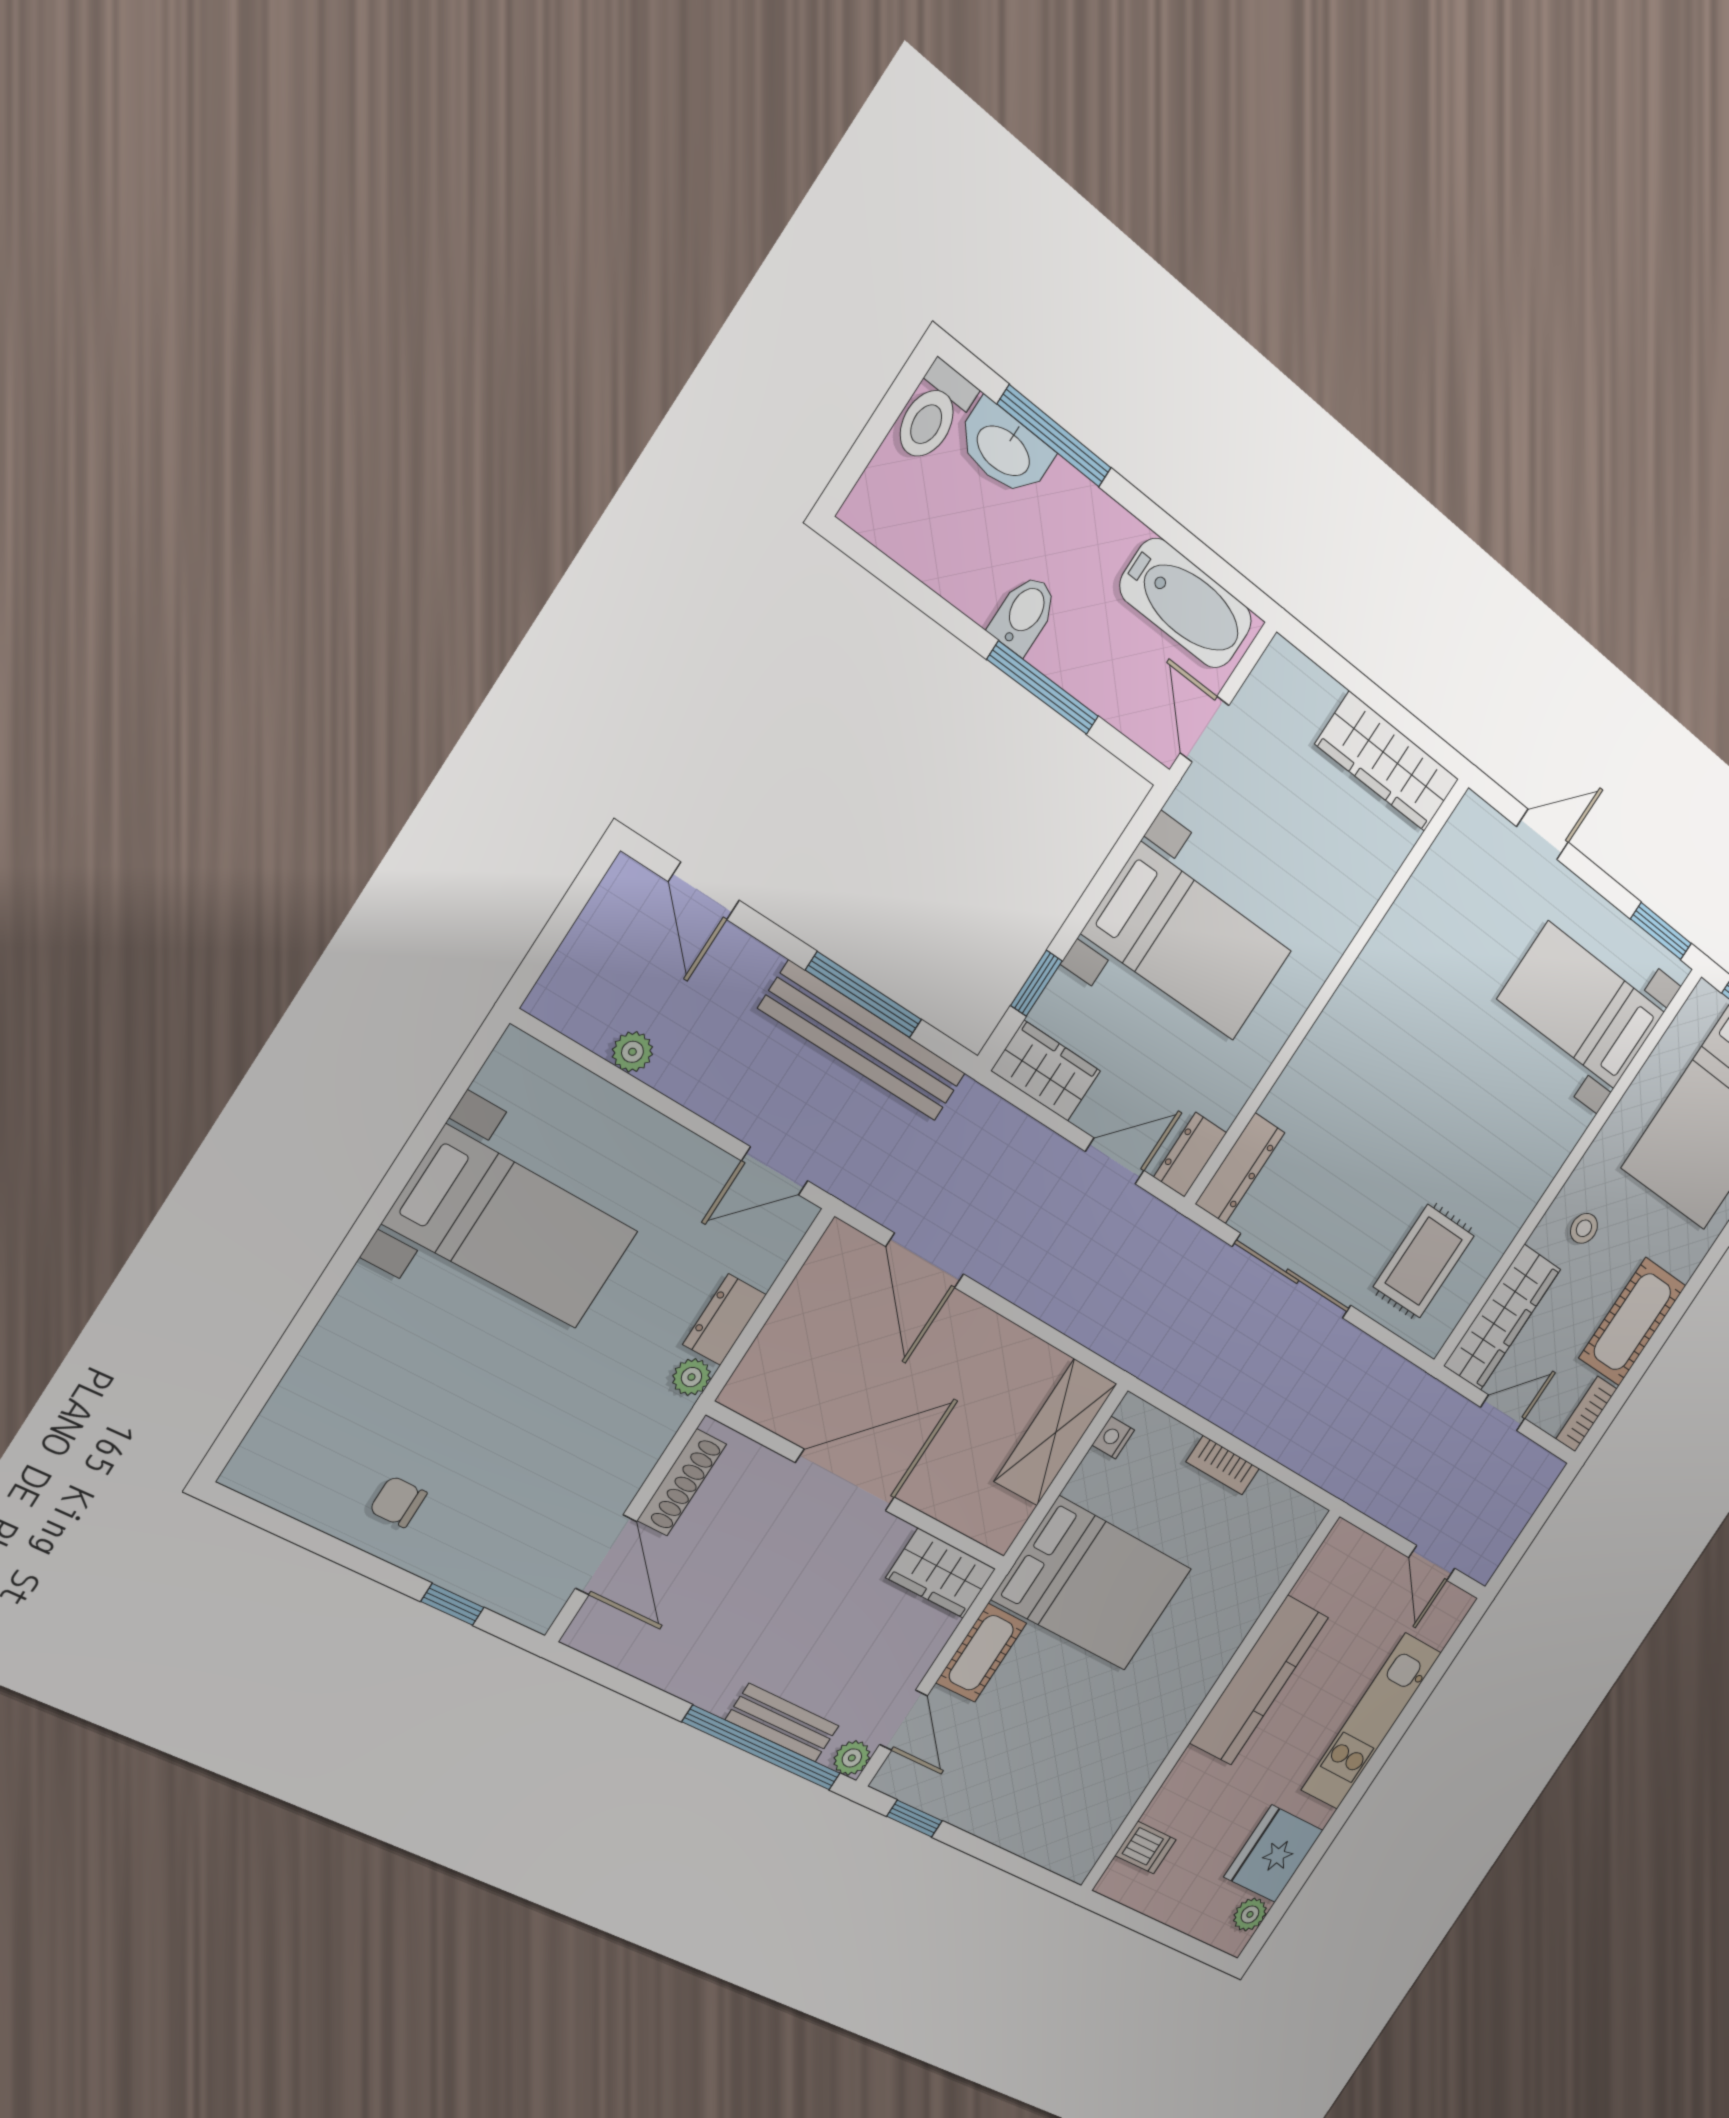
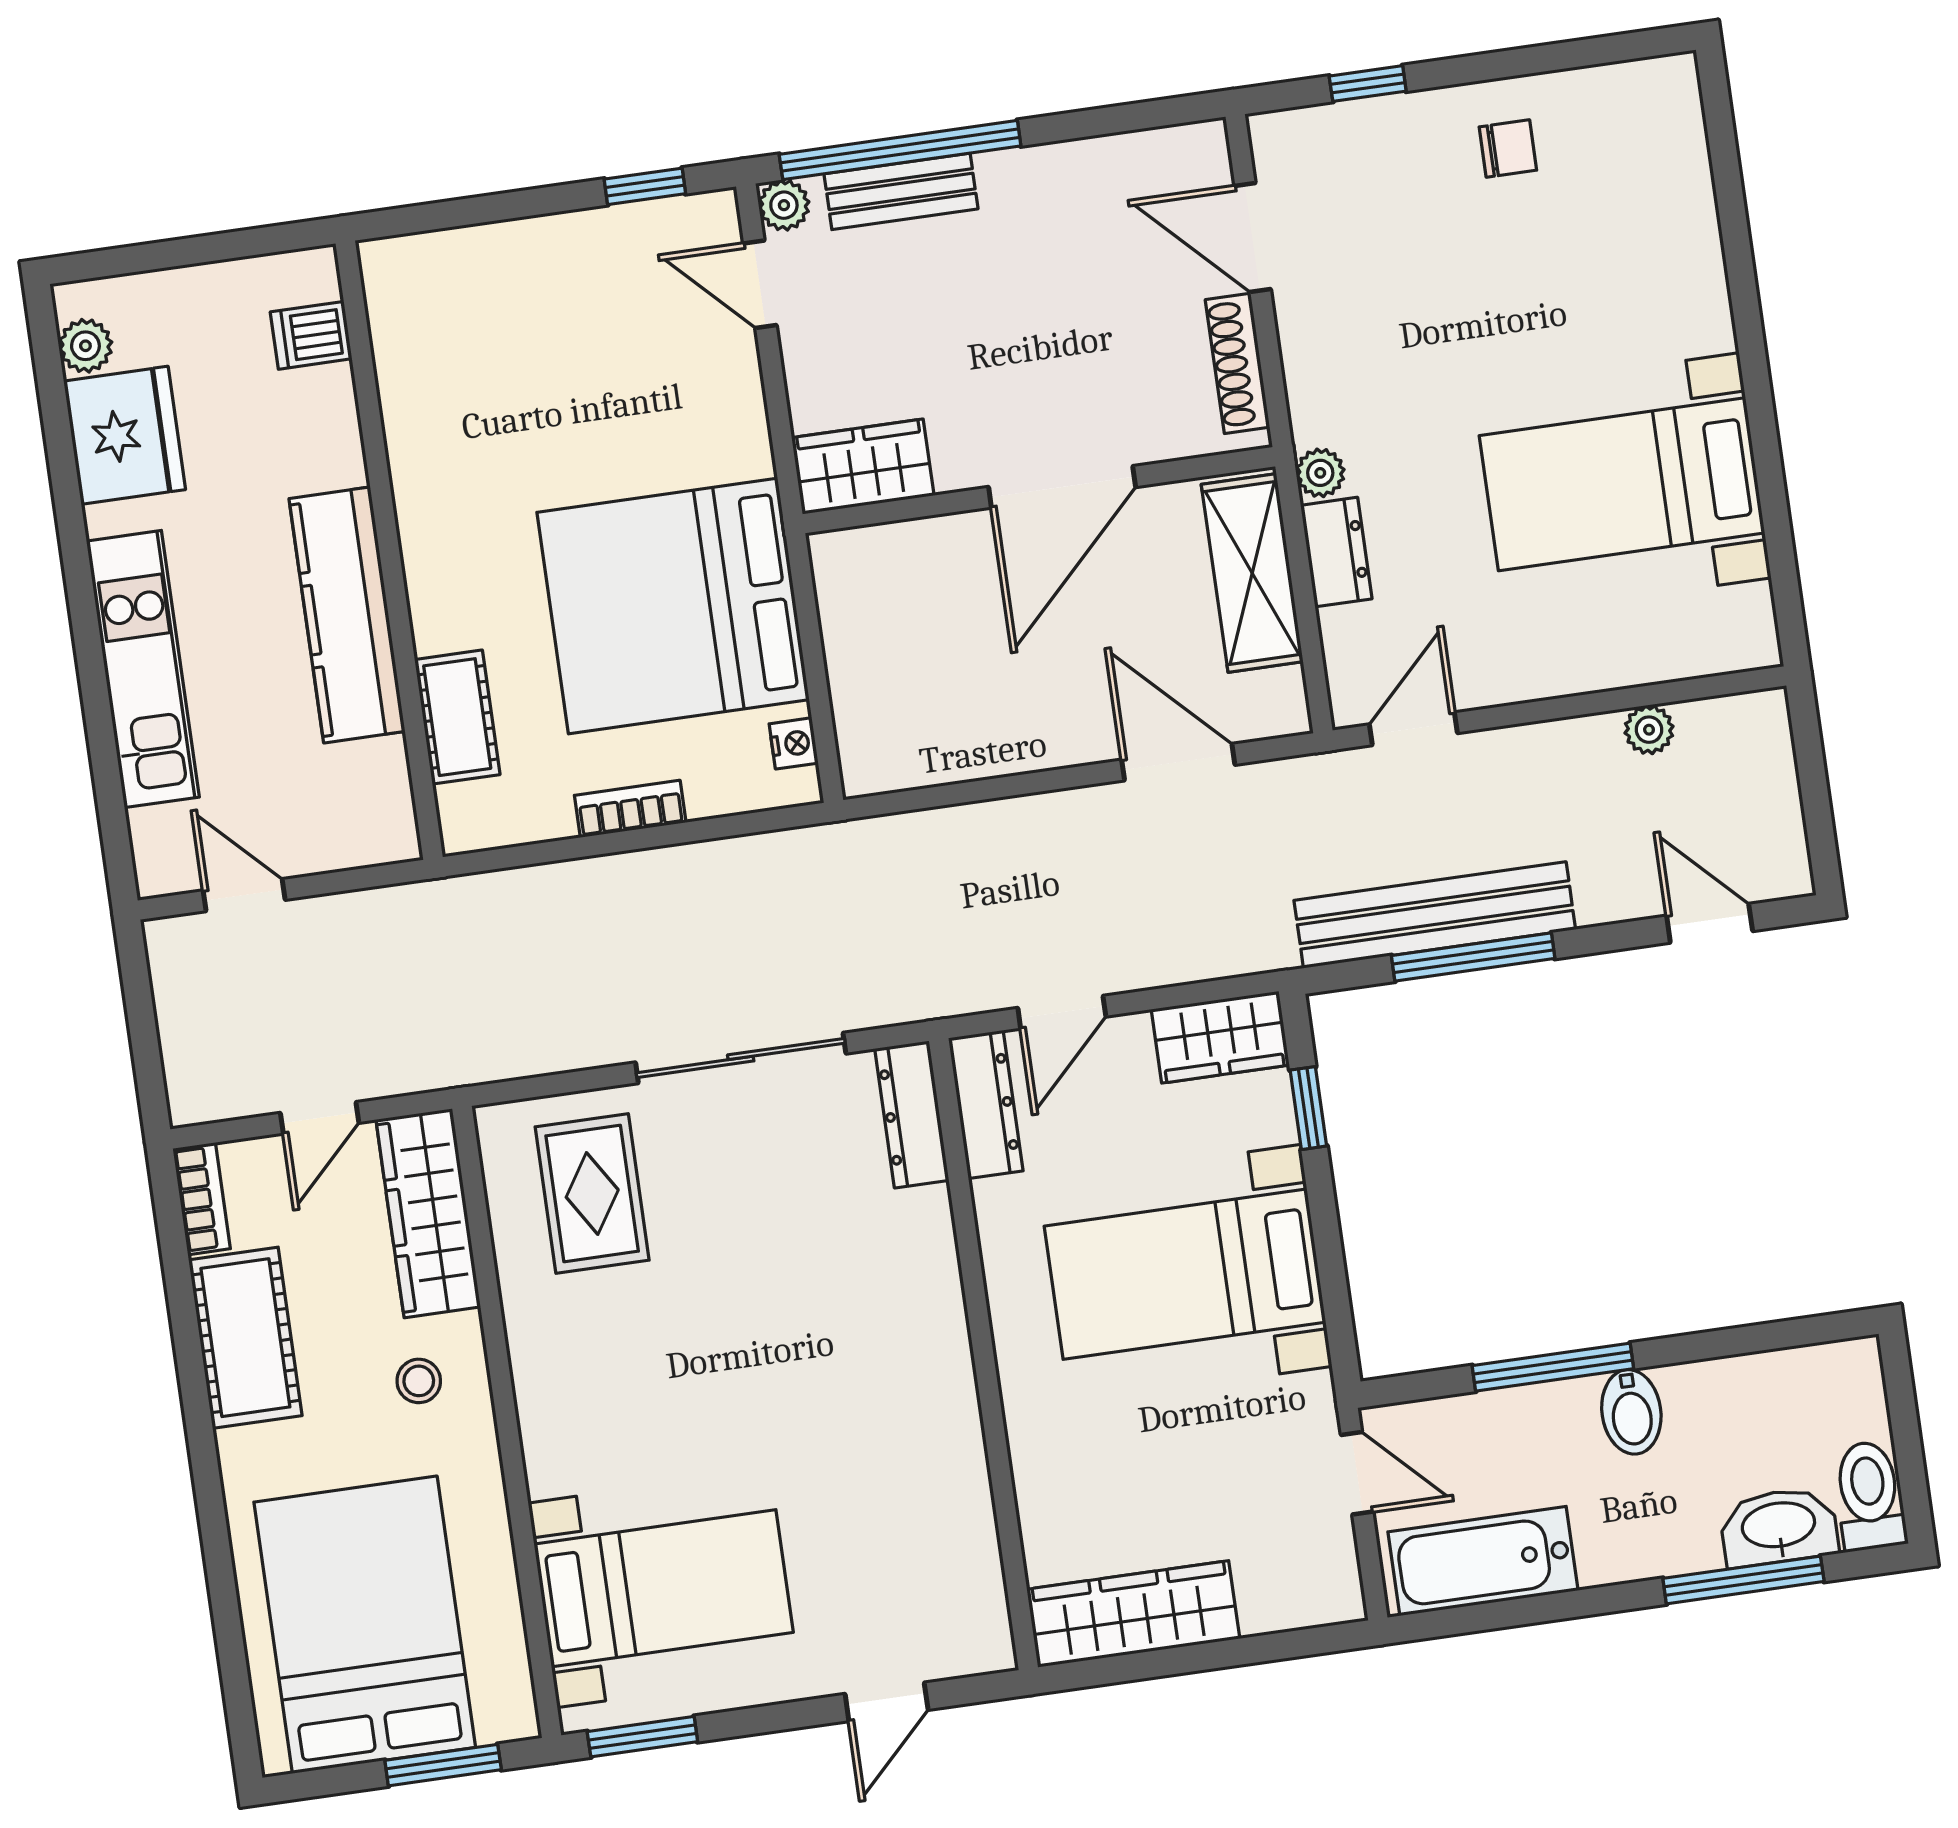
dresser: (1190, 1155) -> (986, 1104), width x1.44
shelving: (1056, 1432) -> (1252, 573), moved
bed: (1092, 1584) -> (673, 606), width x1.36
cot: (981, 1653) -> (457, 717), moved

